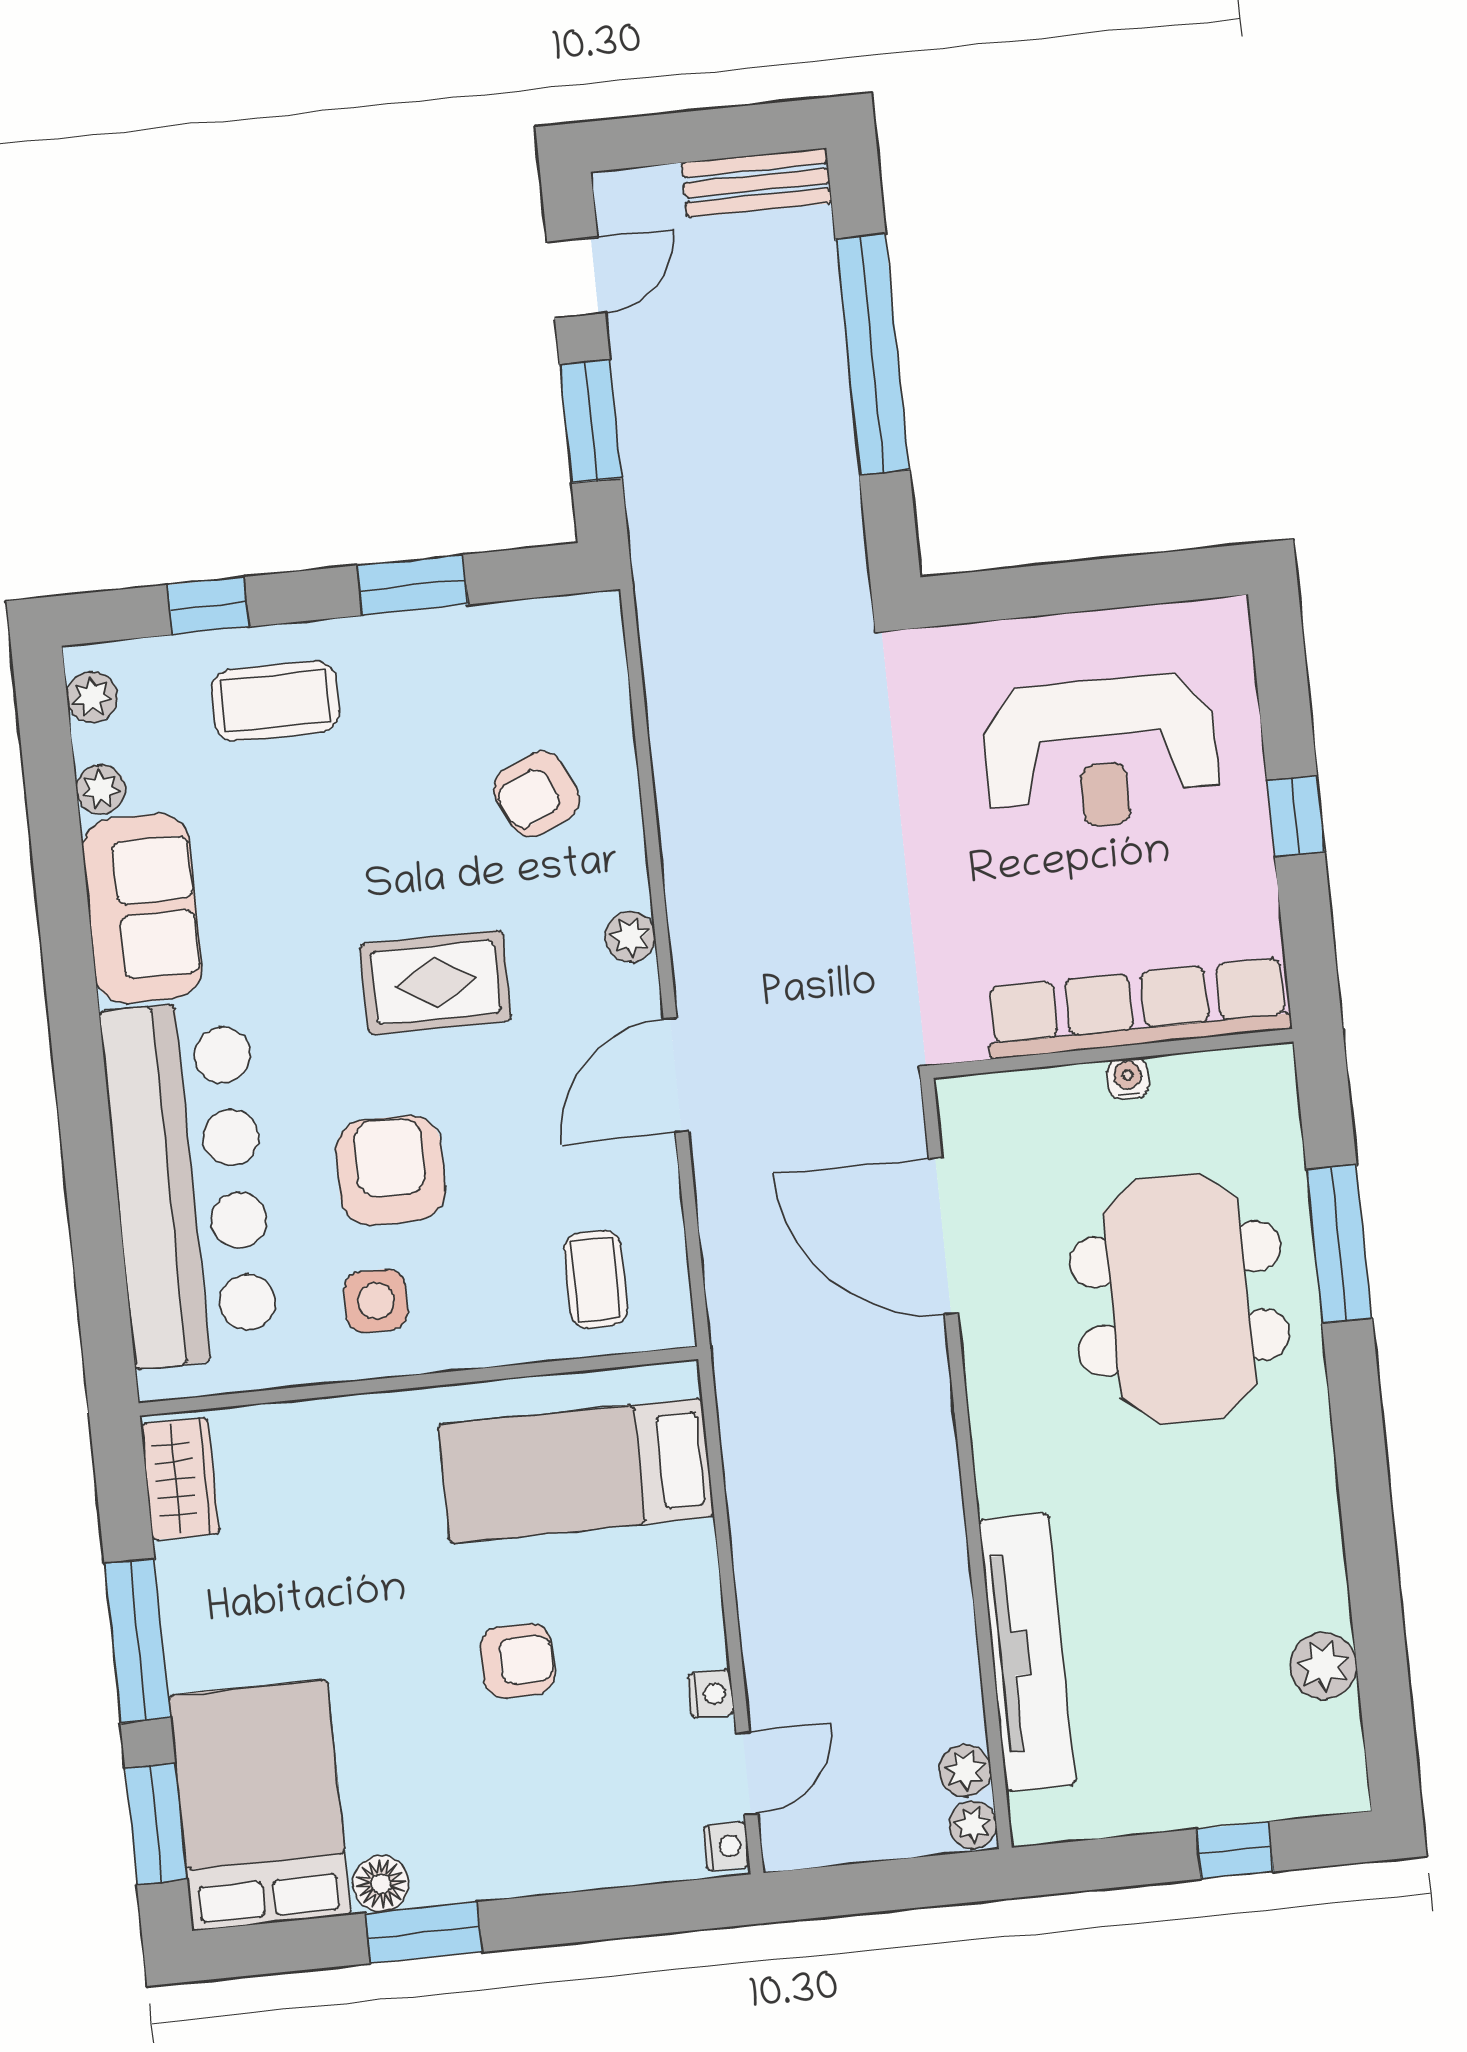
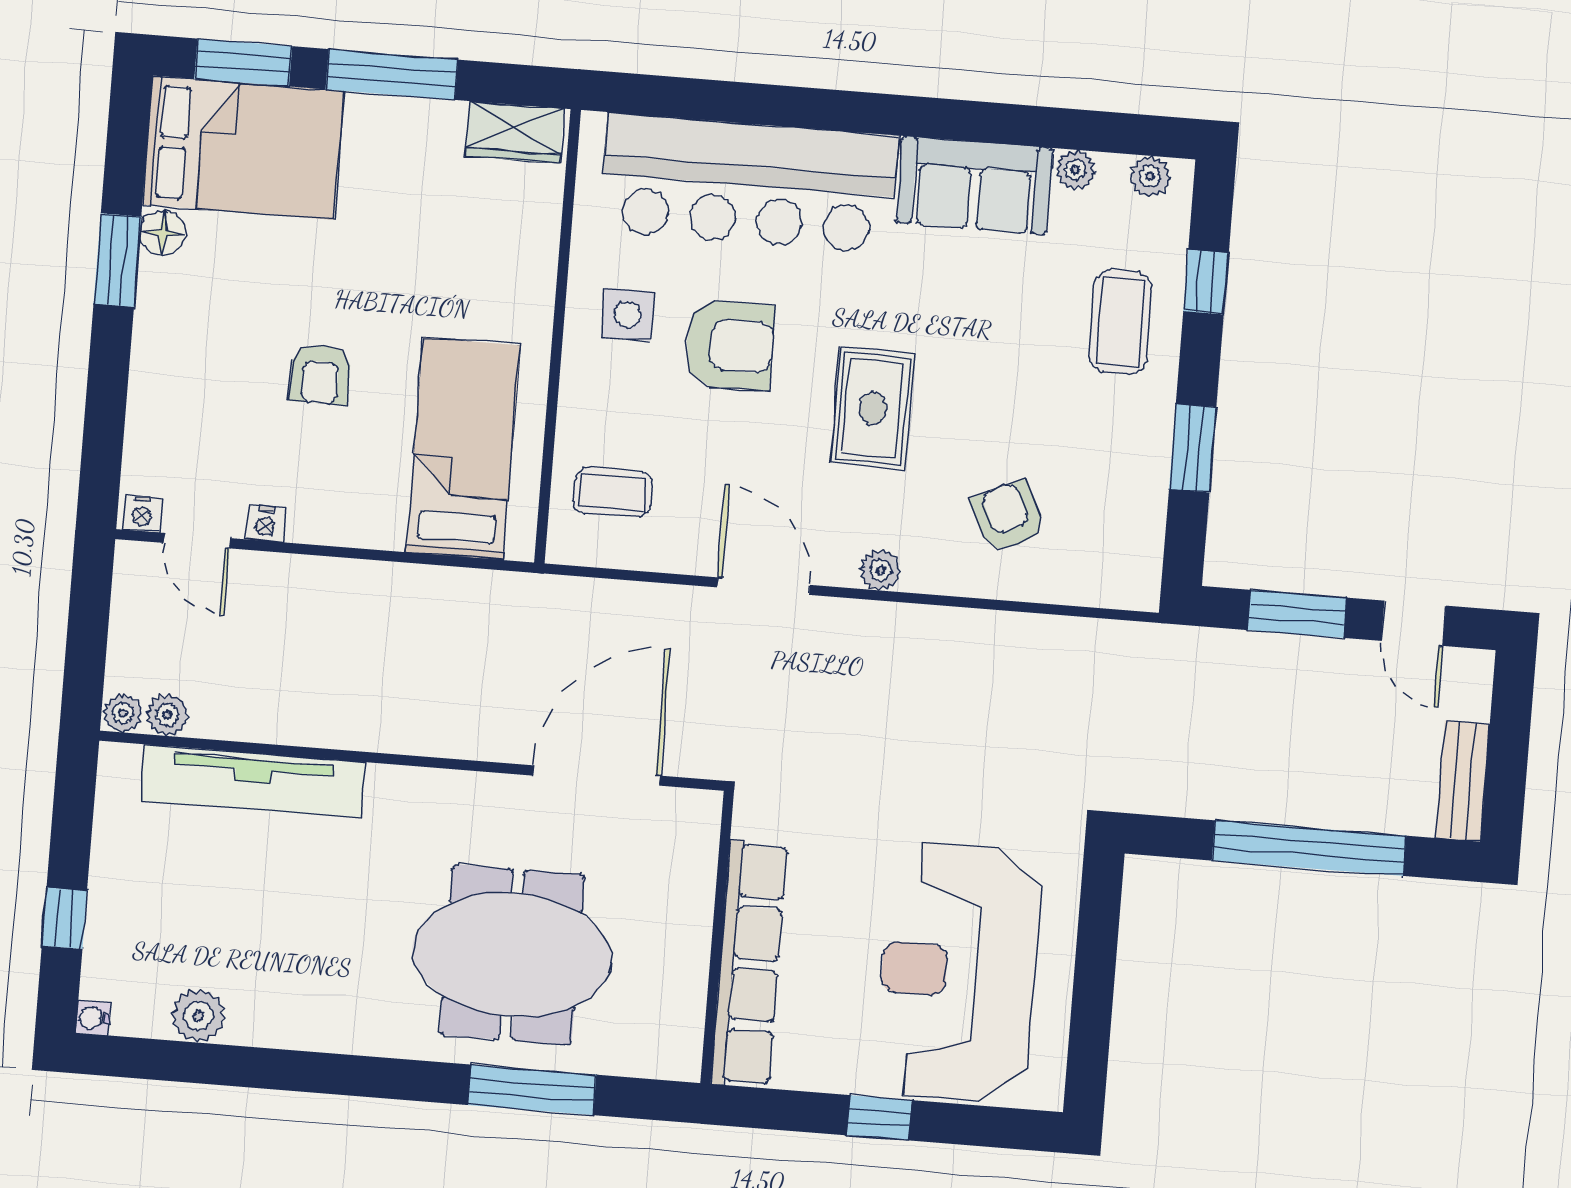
reception desk: (1101, 753) -> (958, 972), width x1.36, depth x1.30
water cooler: (1128, 1078) -> (93, 1018), moved, turned 180

